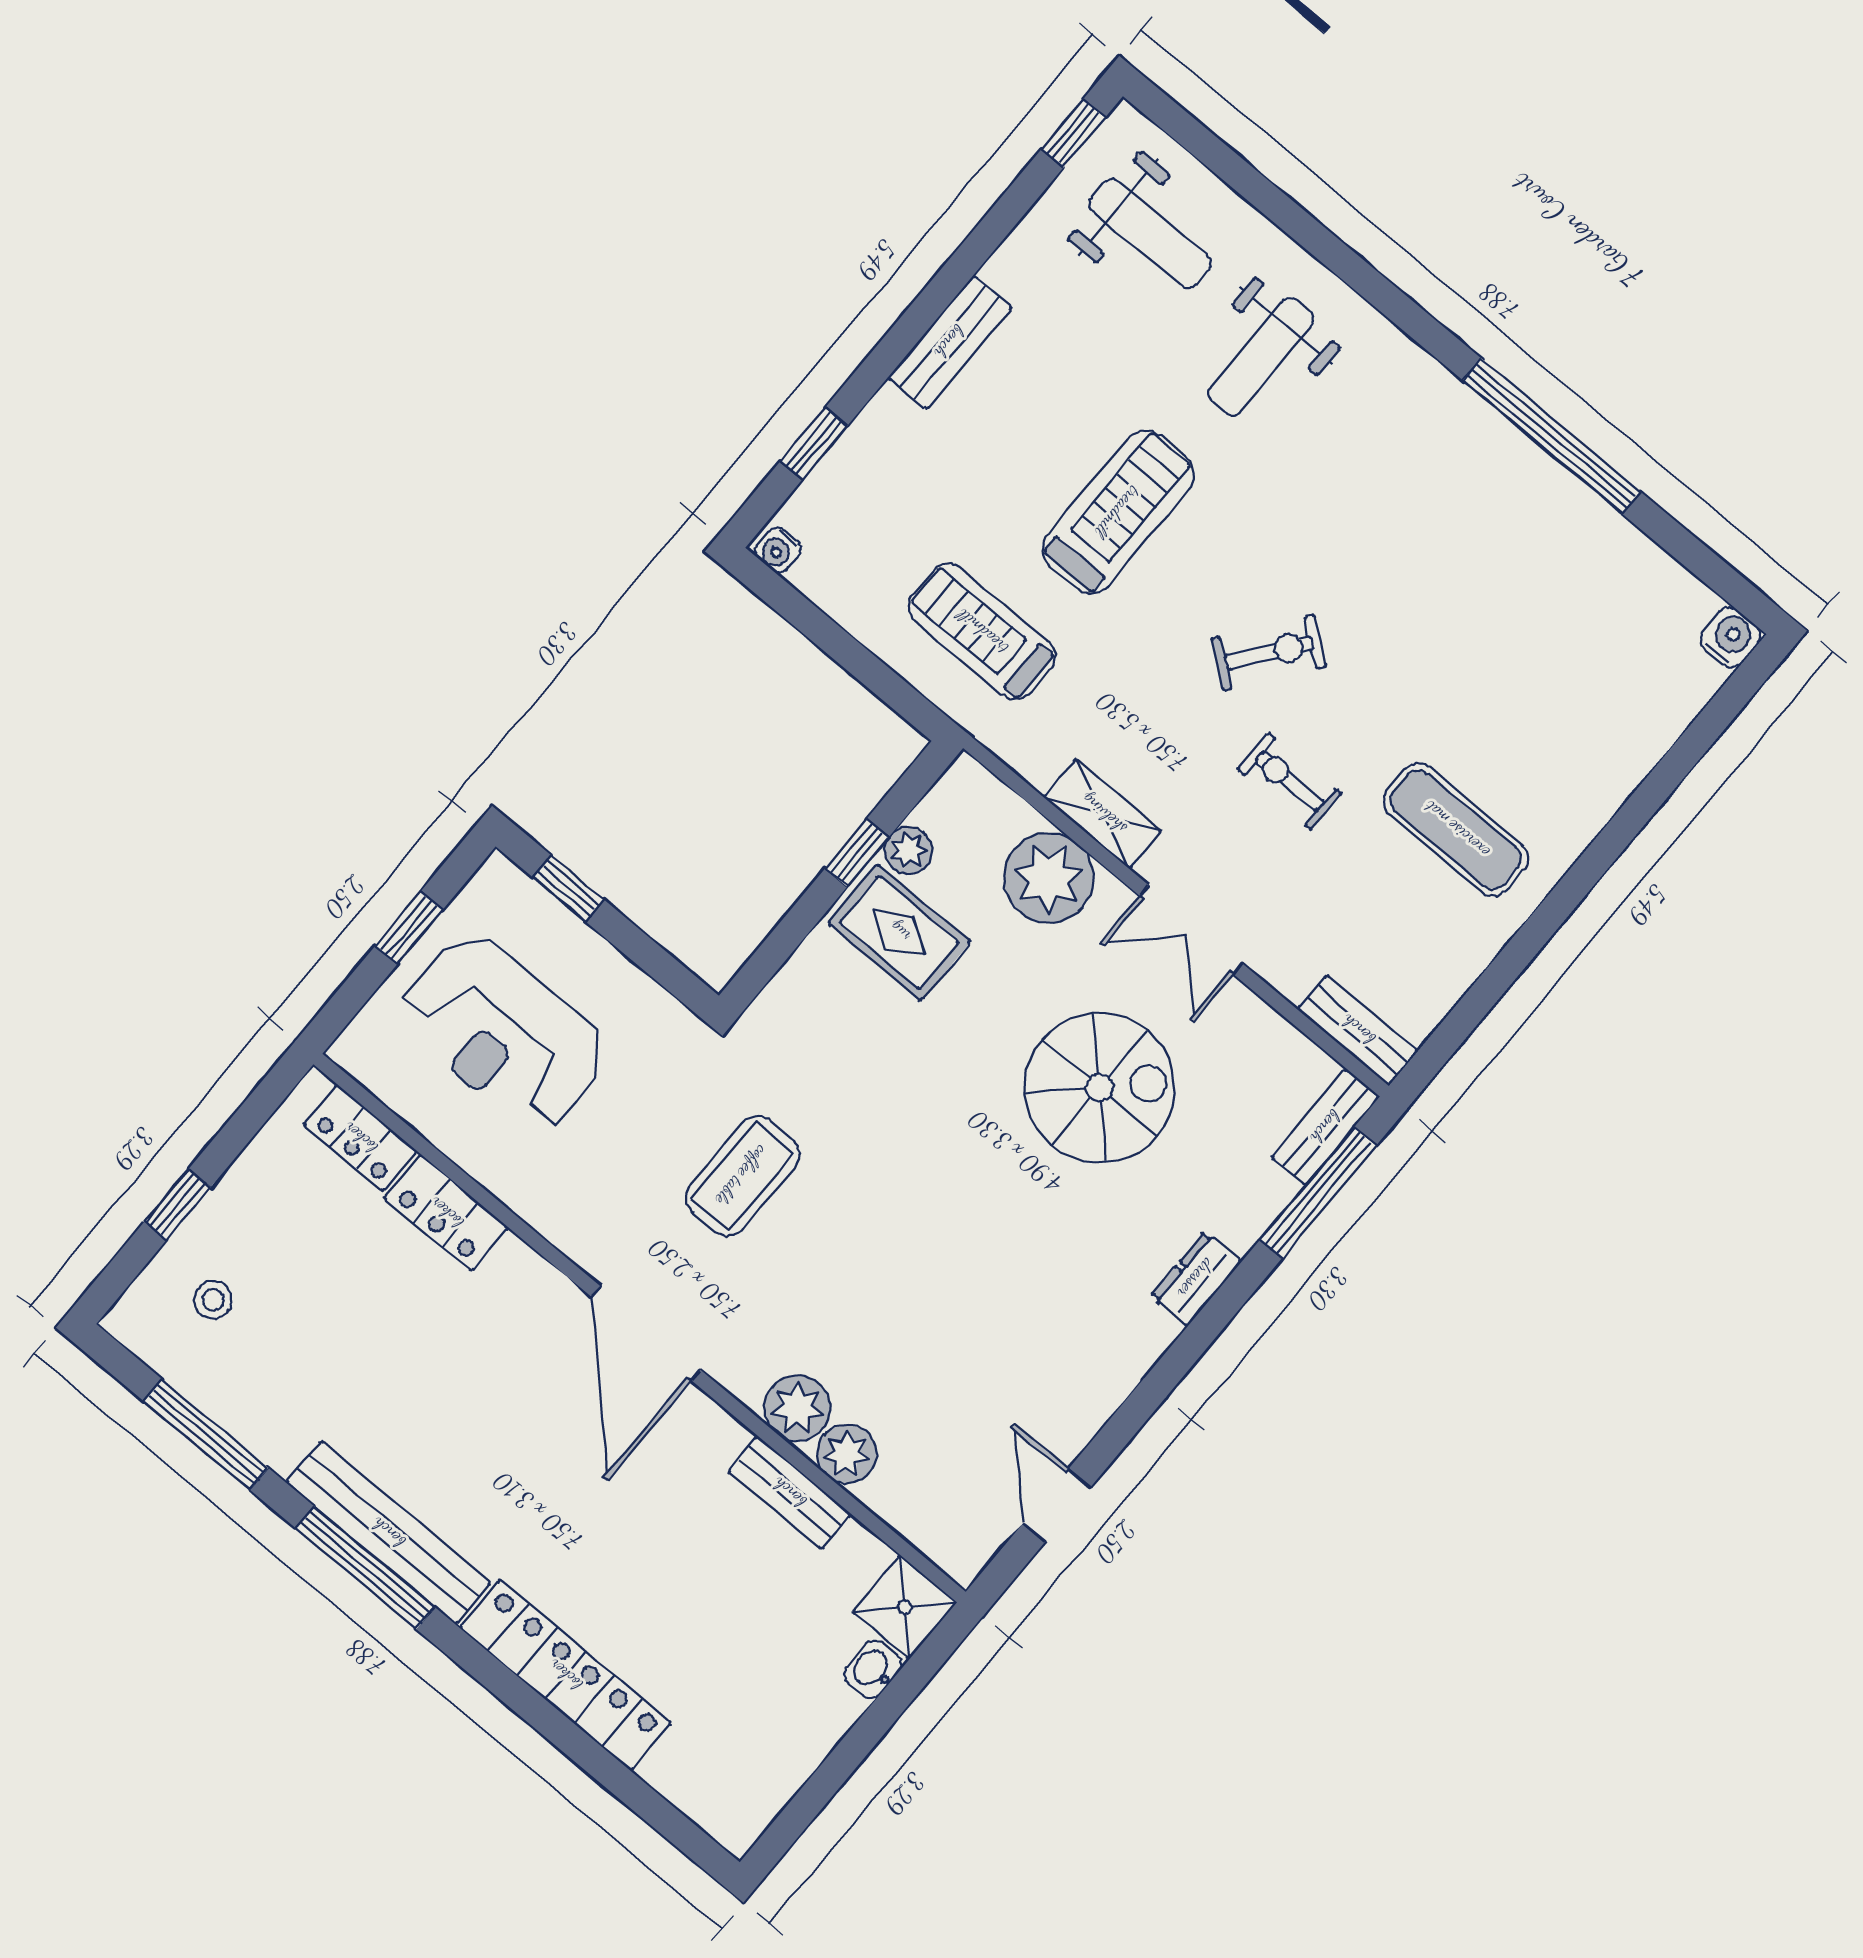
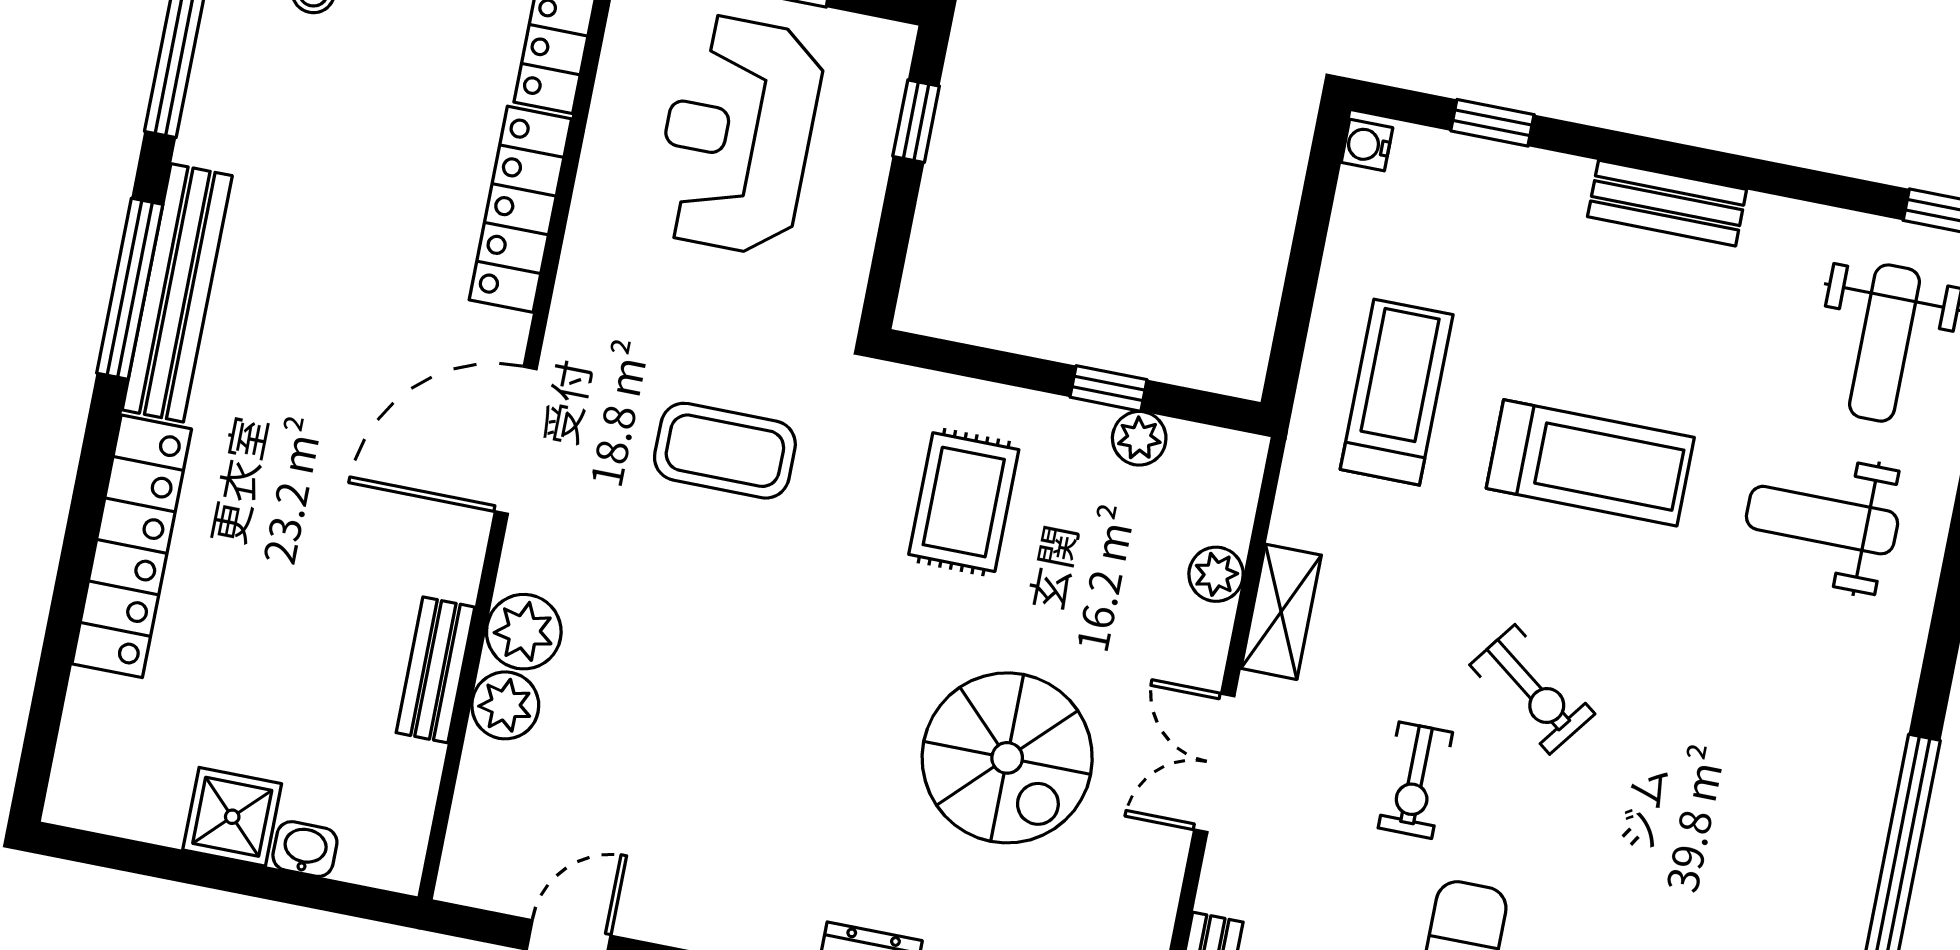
exercise bike: (1290, 781) -> (1415, 780), turned 180
plant: (1049, 878) -> (1216, 574), width x0.53, depth x0.53
rug: (899, 932) -> (964, 502), moved
locker: (446, 1213) -> (520, 209), width x1.53
shower: (905, 1607) -> (232, 817), moved

